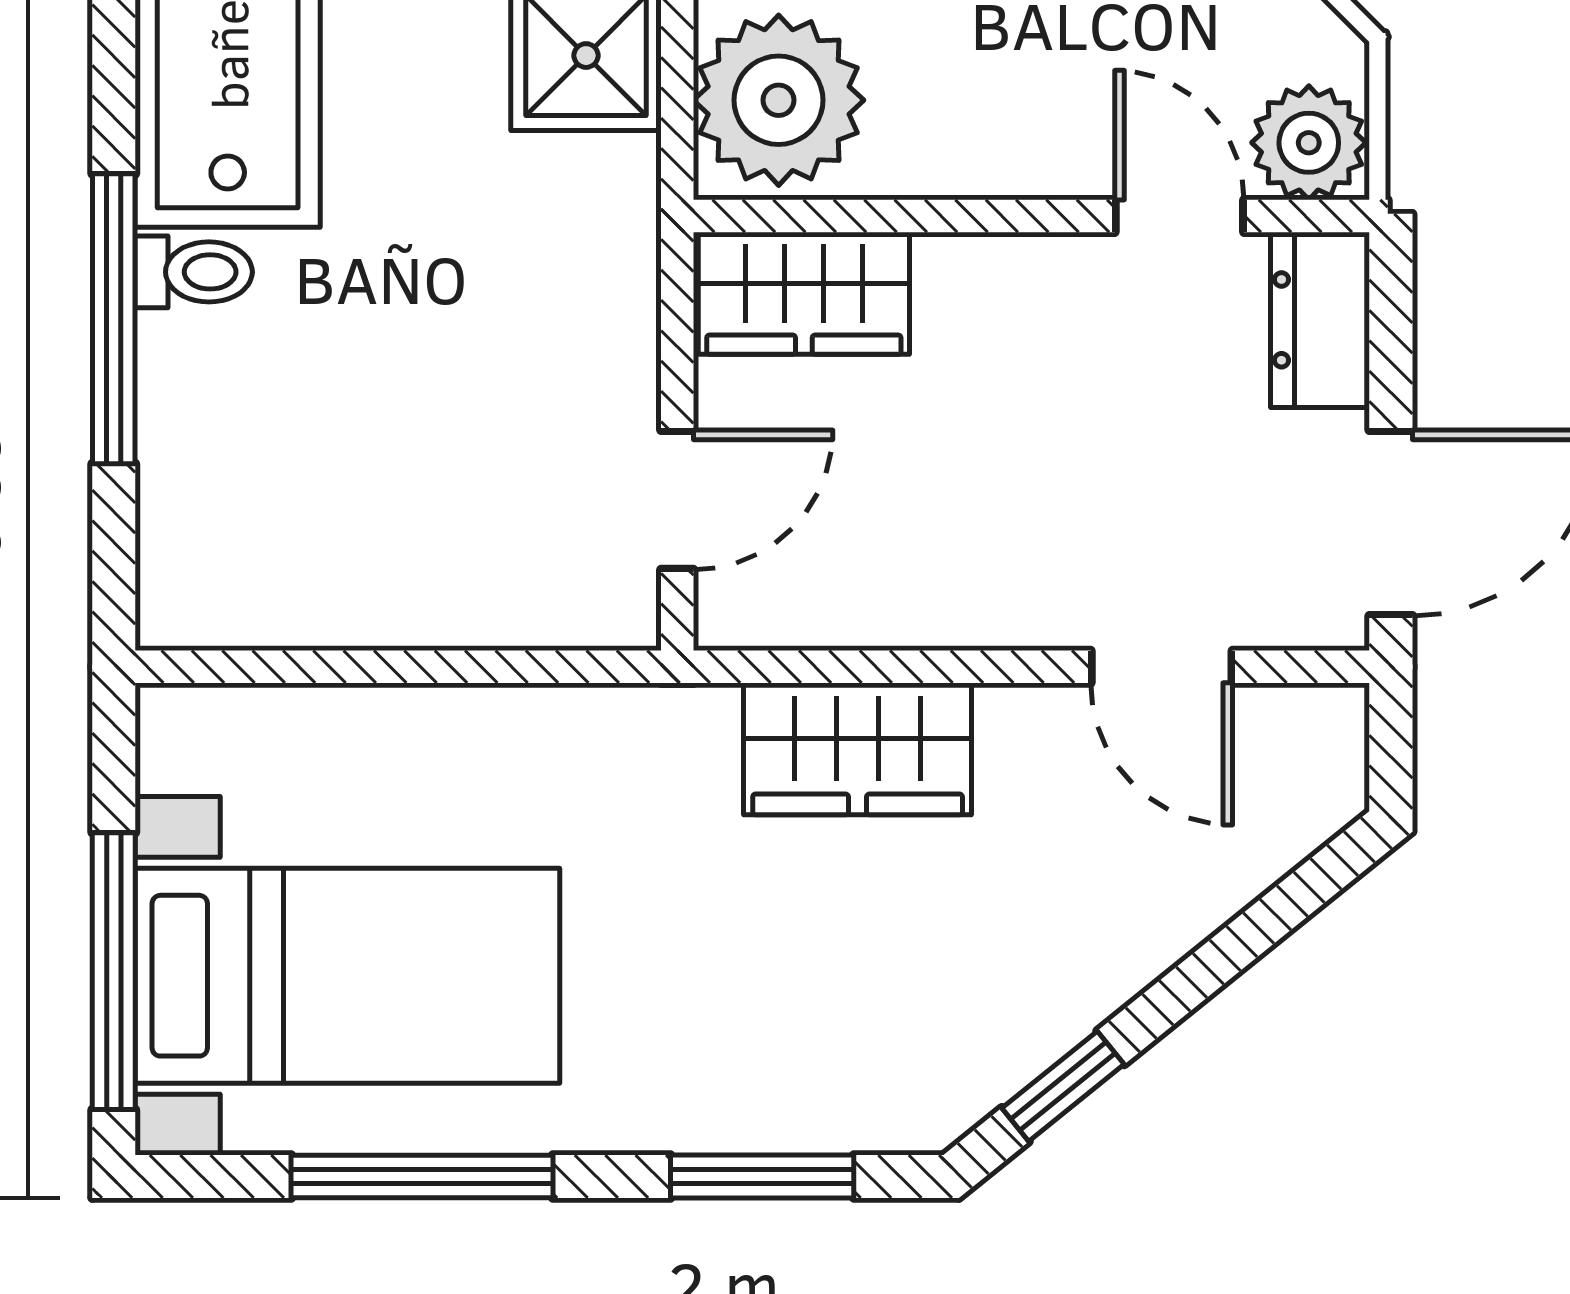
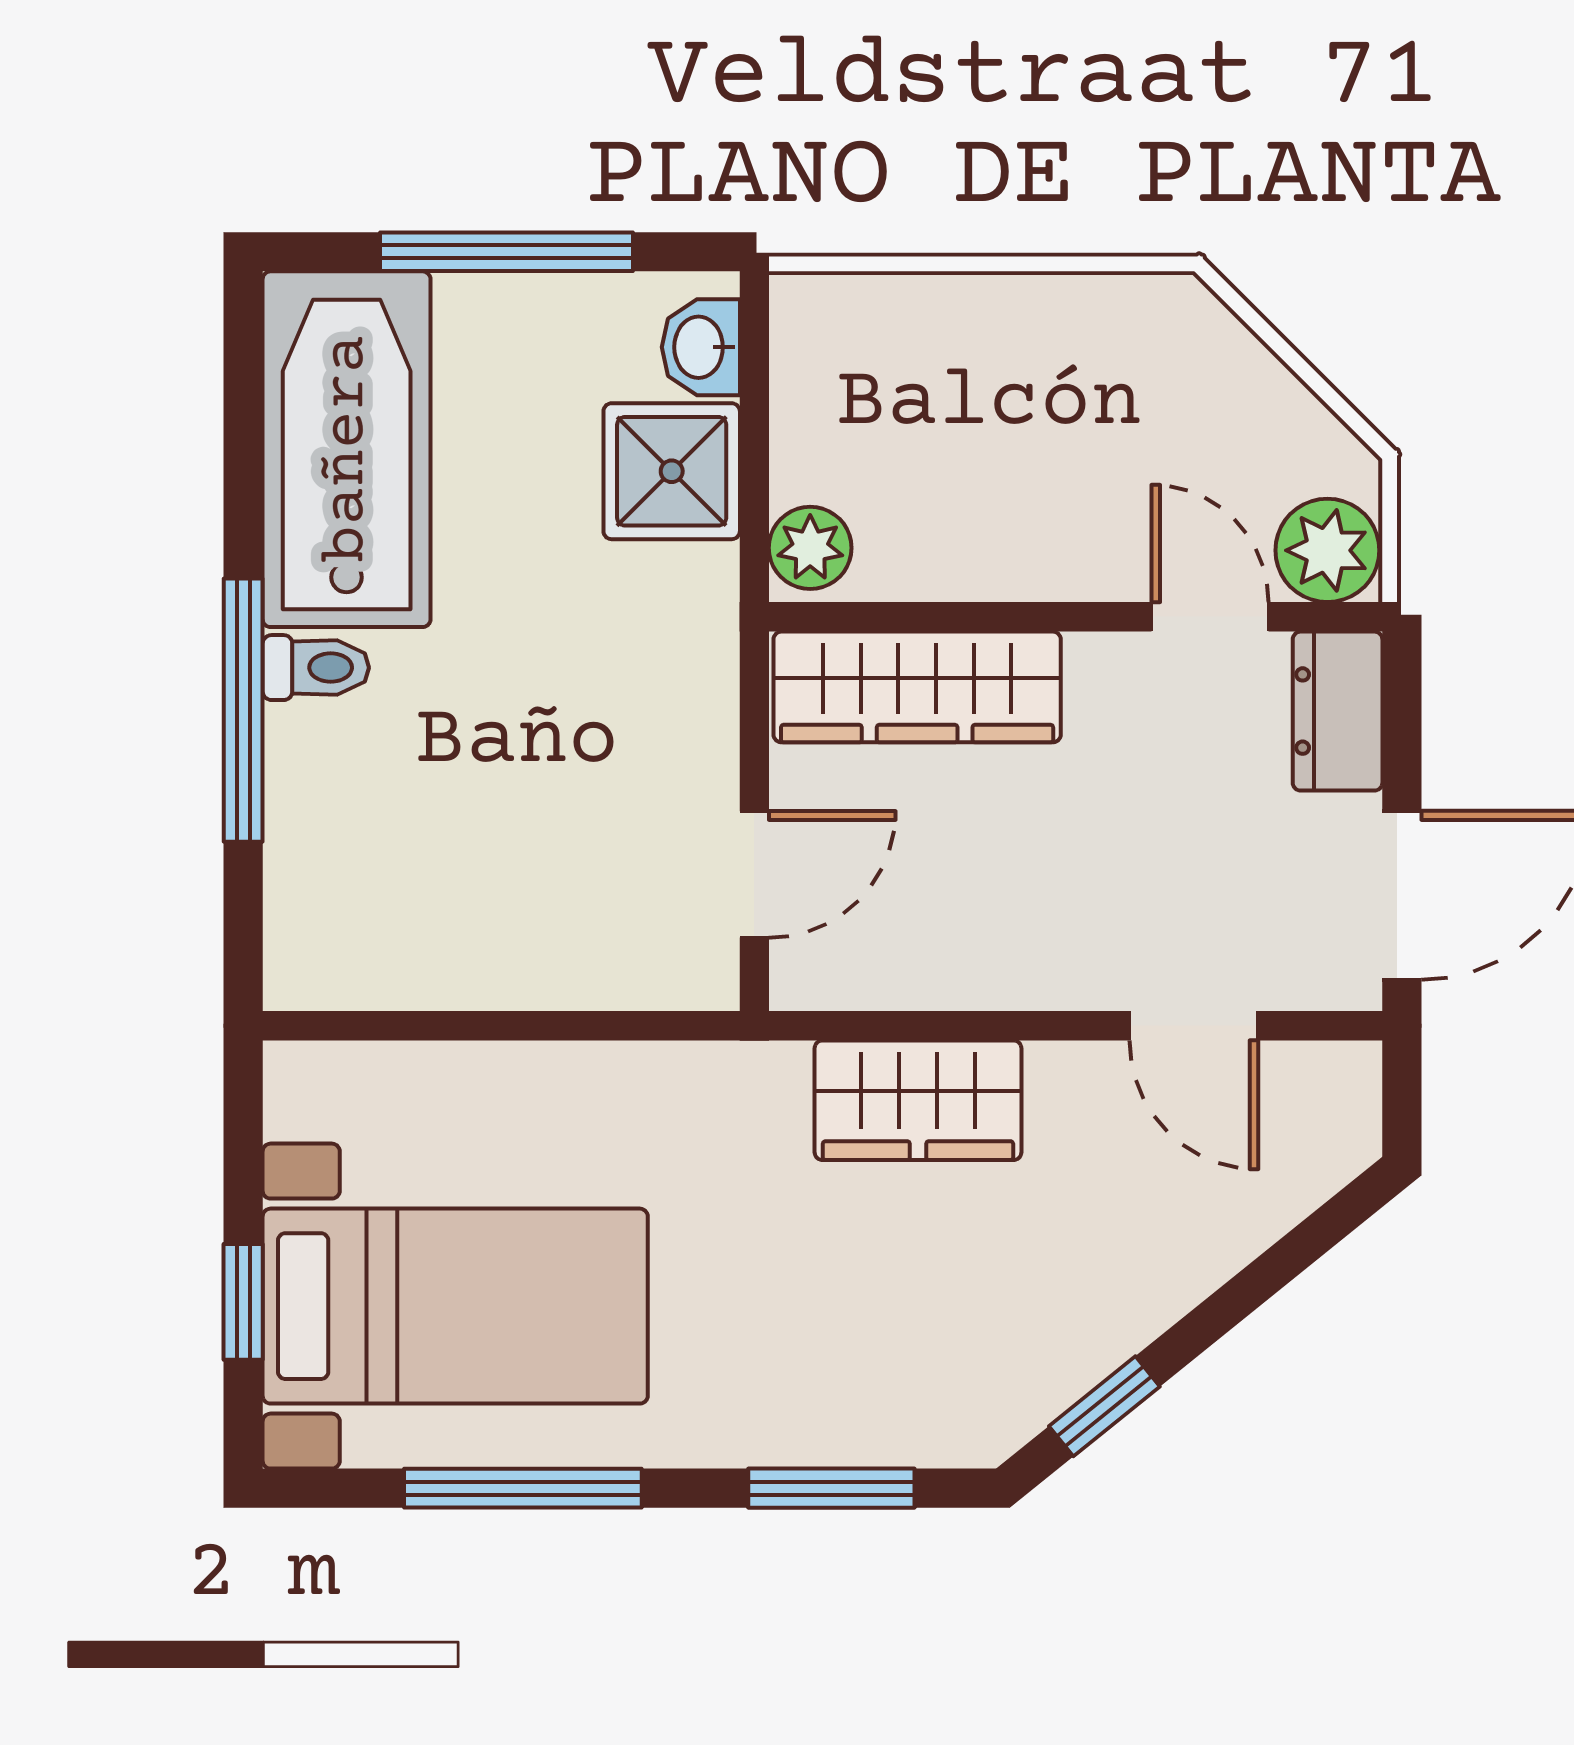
plant: (779, 100) -> (810, 548), width x0.53, depth x0.53
wardrobe: (804, 293) -> (917, 687), width x1.50
window: (114, 971) -> (243, 1302), width x0.46

